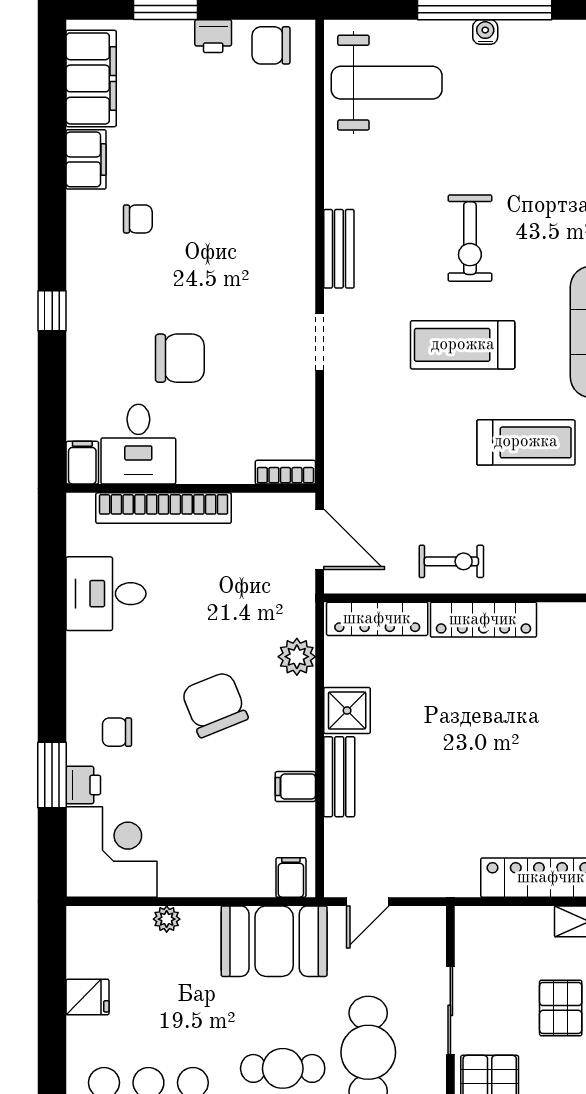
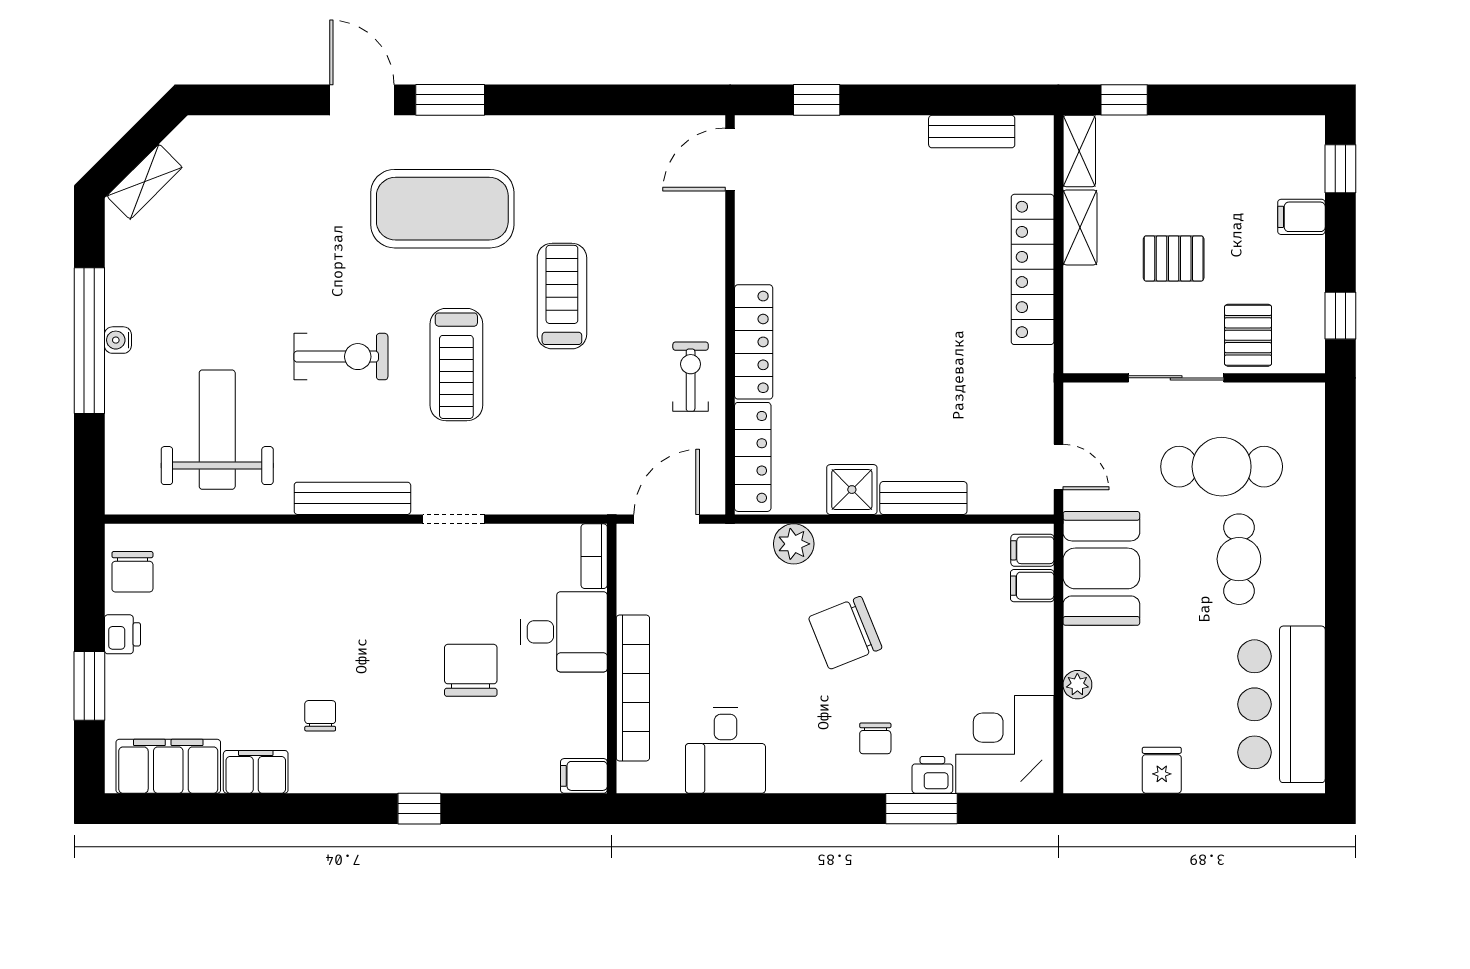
weight bench: (387, 83) -> (217, 430), moved
bench: (339, 249) -> (352, 498), width x1.36
desk: (138, 444) -> (564, 632), moved
filing cabinet: (295, 787) -> (1032, 586), moved, turned 90

